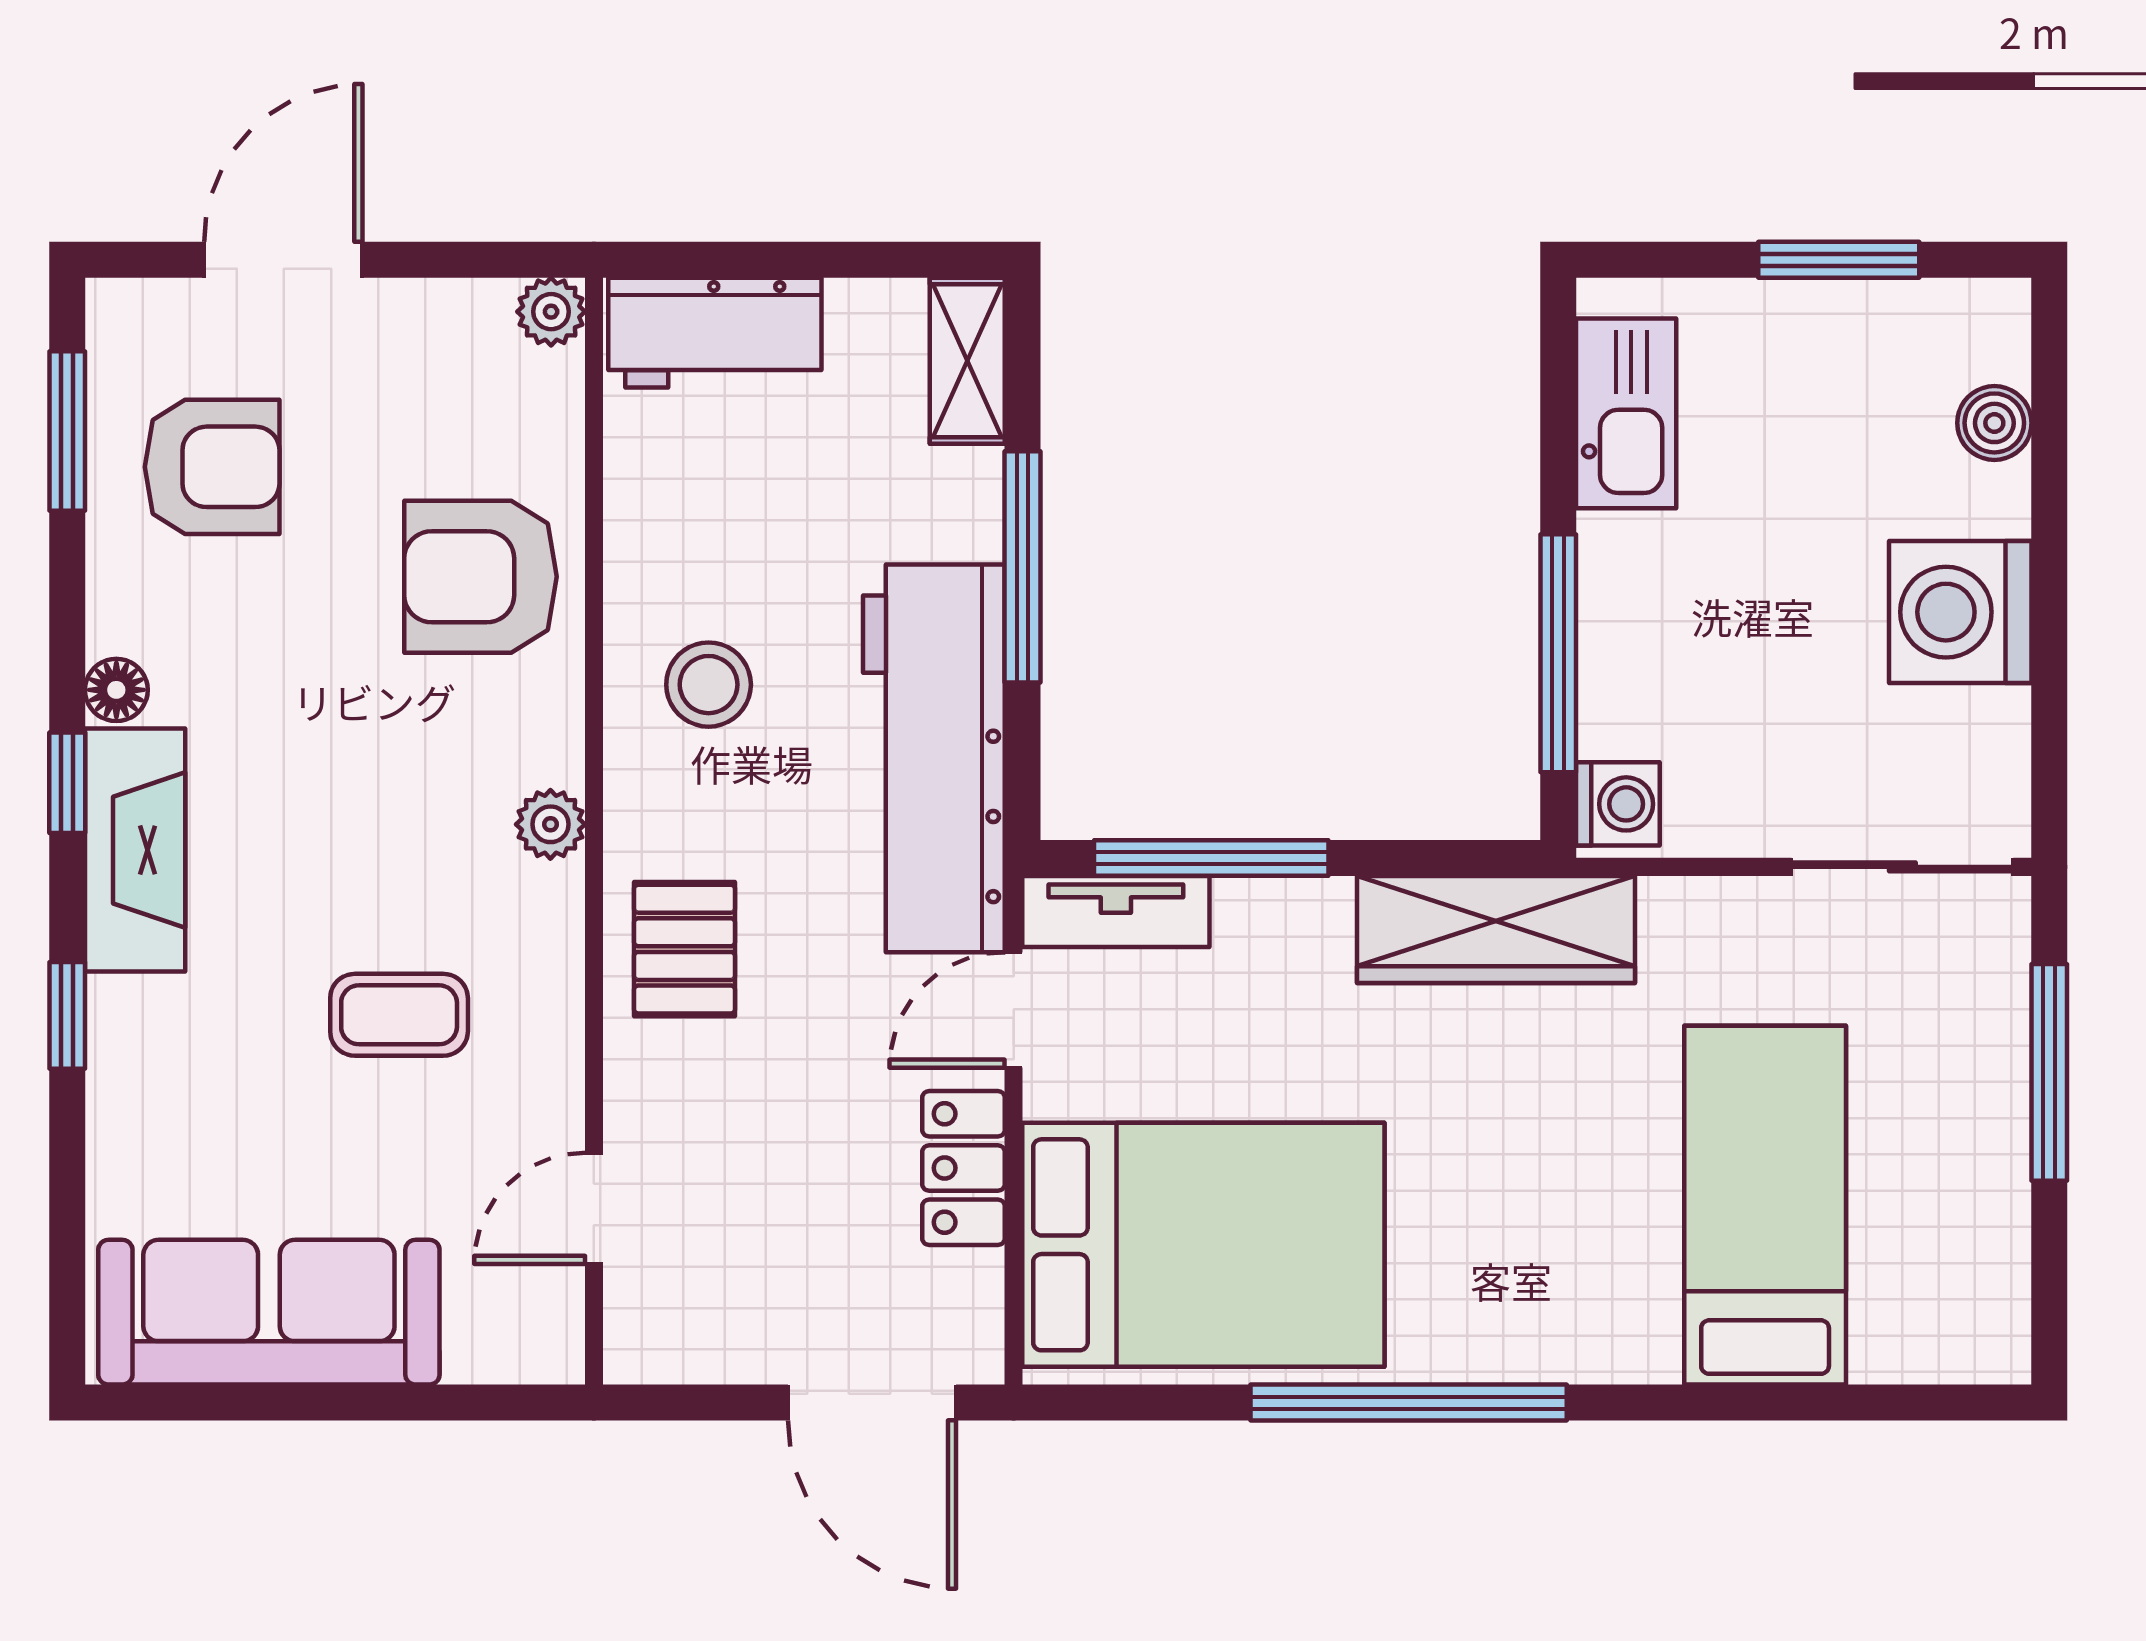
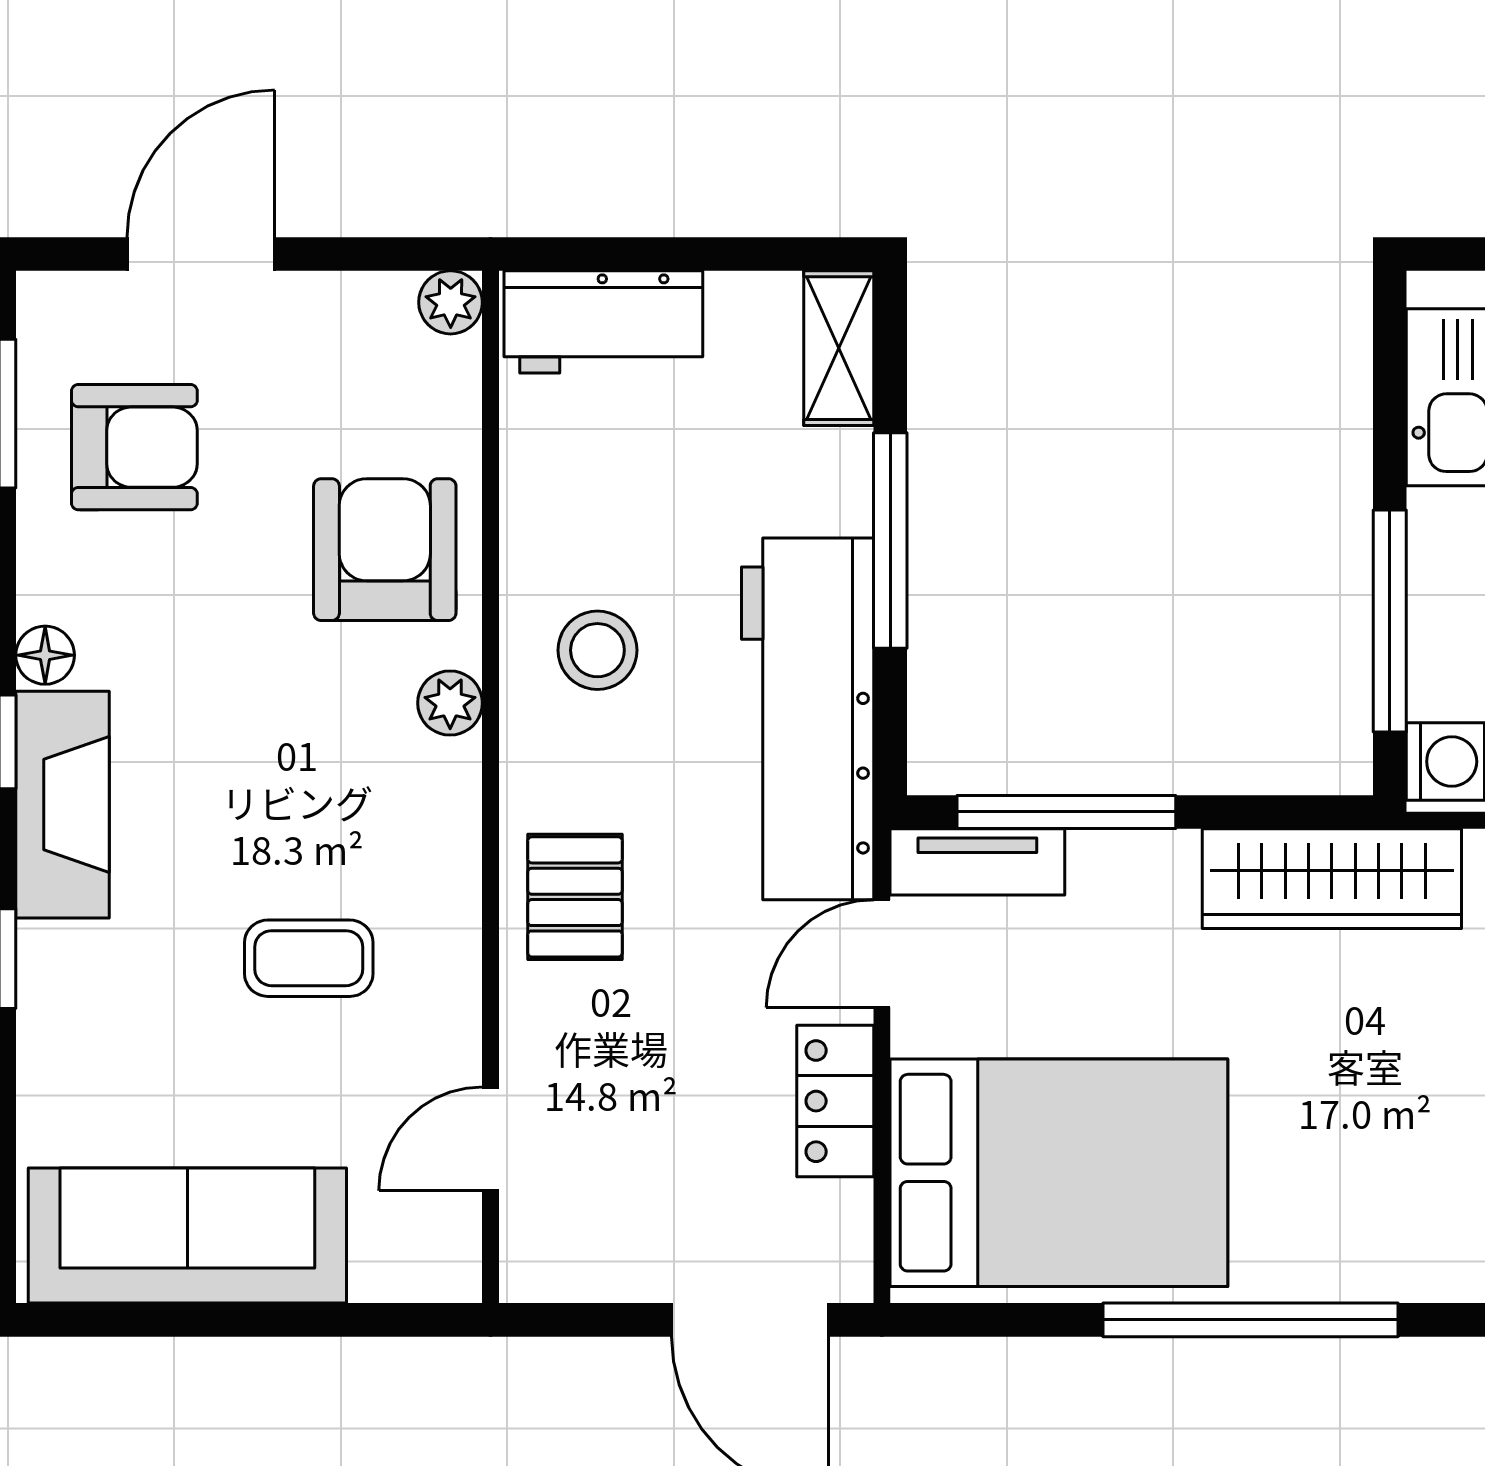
armchair: (481, 577) -> (385, 550), turned 90
plant: (550, 824) -> (450, 703), moved

